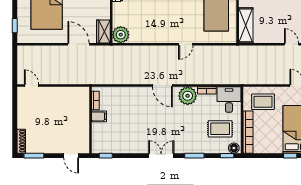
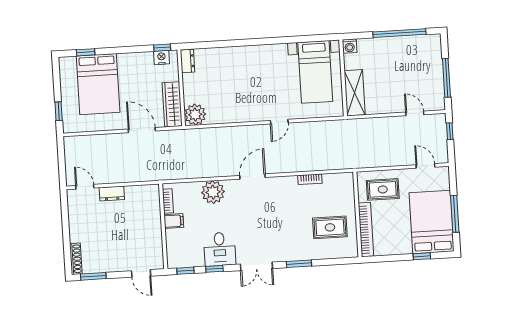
wardrobe: (103, 31) -> (172, 104), width x1.50
door: (162, 86) -> (253, 176), swing flipped
dresser: (52, 92) -> (112, 193), added
plant: (188, 96) -> (213, 192), moved
desk: (229, 100) -> (220, 249), moved, turned 180
floor lamp: (234, 148) -> (349, 251), removed
double door: (161, 156) -> (256, 266), swing flipped
window: (227, 156) -> (214, 269), moved

